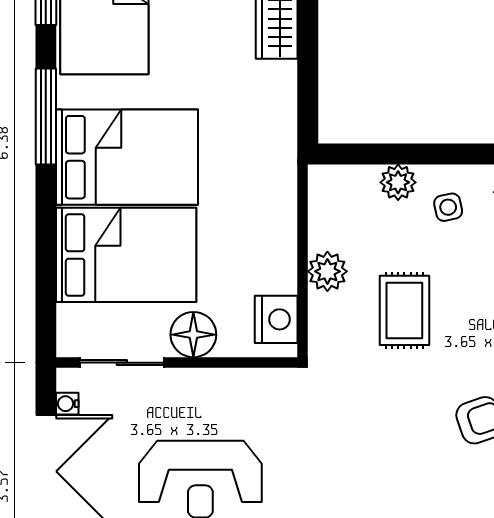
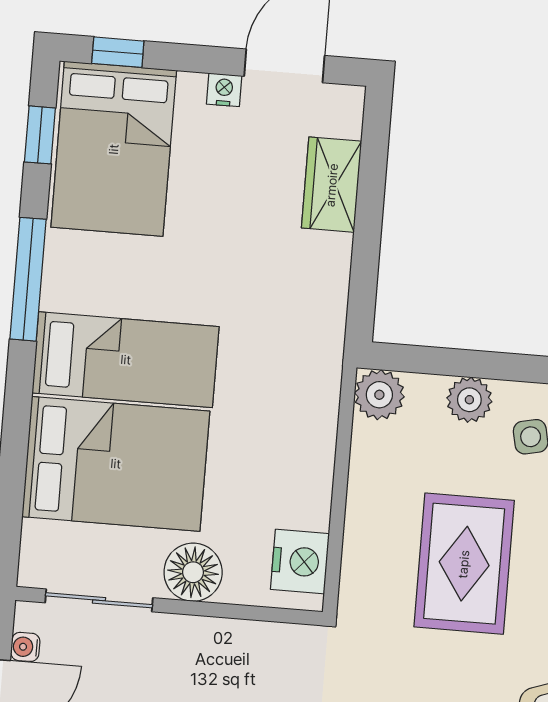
bed: (127, 157) -> (126, 360), width x0.67
plant: (327, 271) -> (379, 395), moved
rug: (404, 310) -> (464, 564), width x1.36, depth x1.43

